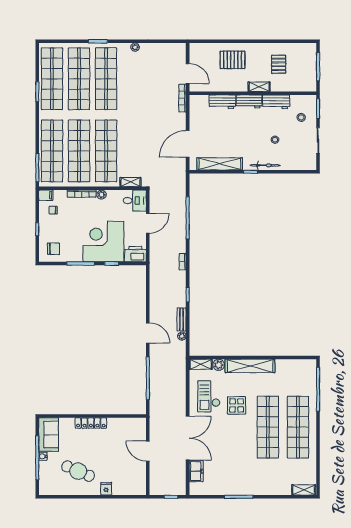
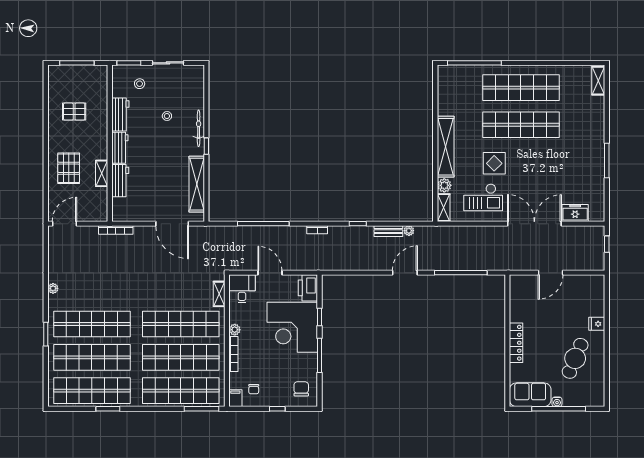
door: (188, 73) -> (65, 224), moved
shelving: (259, 87) -> (102, 173), moved

